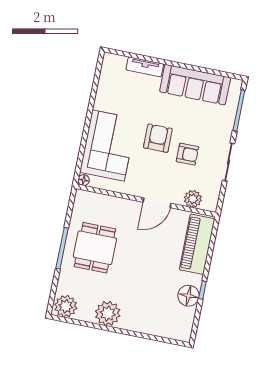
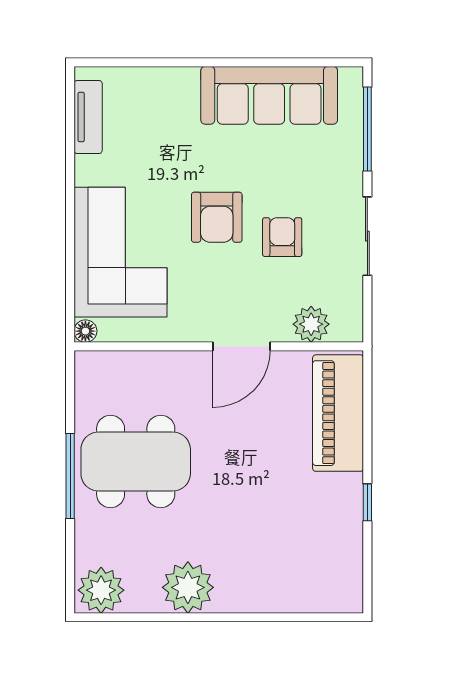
tv unit: (145, 67) -> (88, 117), moved, turned -90
armchair: (158, 138) -> (217, 217), turned 180
armchair: (187, 154) -> (282, 237), turned -90
dining table: (95, 248) -> (136, 461), width x1.38
floor lamp: (189, 296) -> (342, 519), removed

